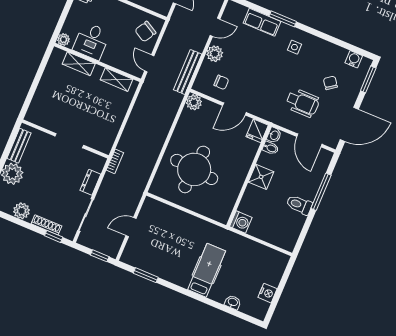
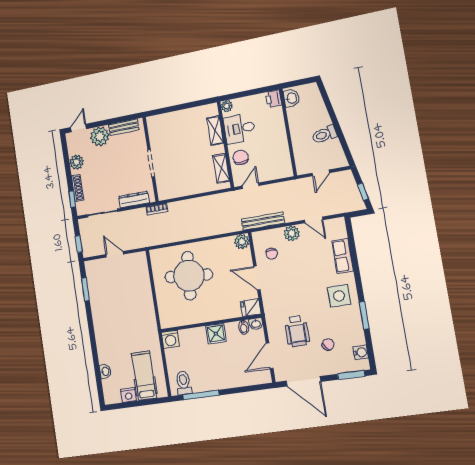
window: (283, 19) -> (364, 315), moved
chair: (145, 32) -> (241, 157), moved, turned 60
side table: (294, 47) -> (339, 296), width x1.87, depth x1.87
dresser: (90, 182) -> (134, 200), width x1.44
window: (321, 192) -> (201, 395), moved
toilet: (299, 205) -> (183, 383), moved
hospital bed: (207, 270) -> (144, 376), moved, turned -90

